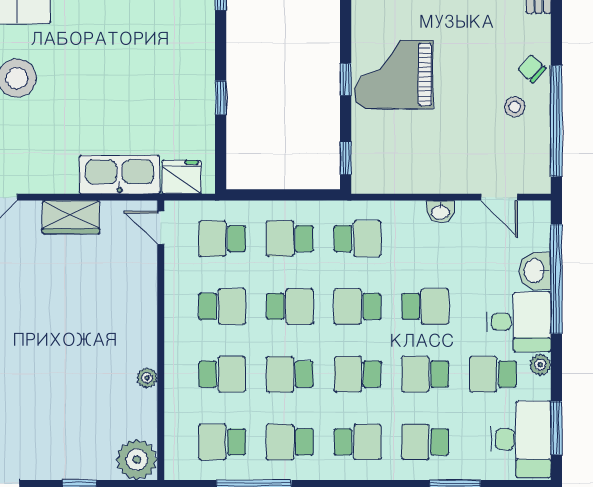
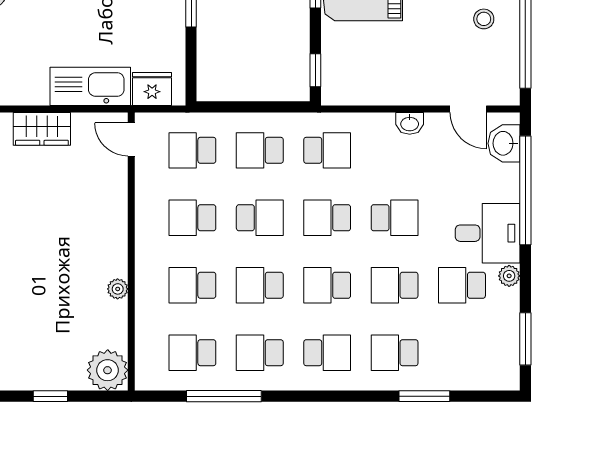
washbasin: (535, 271) -> (504, 143), moved
school desk: (222, 306) -> (192, 218), turned 180
school desk: (222, 374) -> (192, 285), turned 180
desk: (521, 439) -> (490, 350), removed

